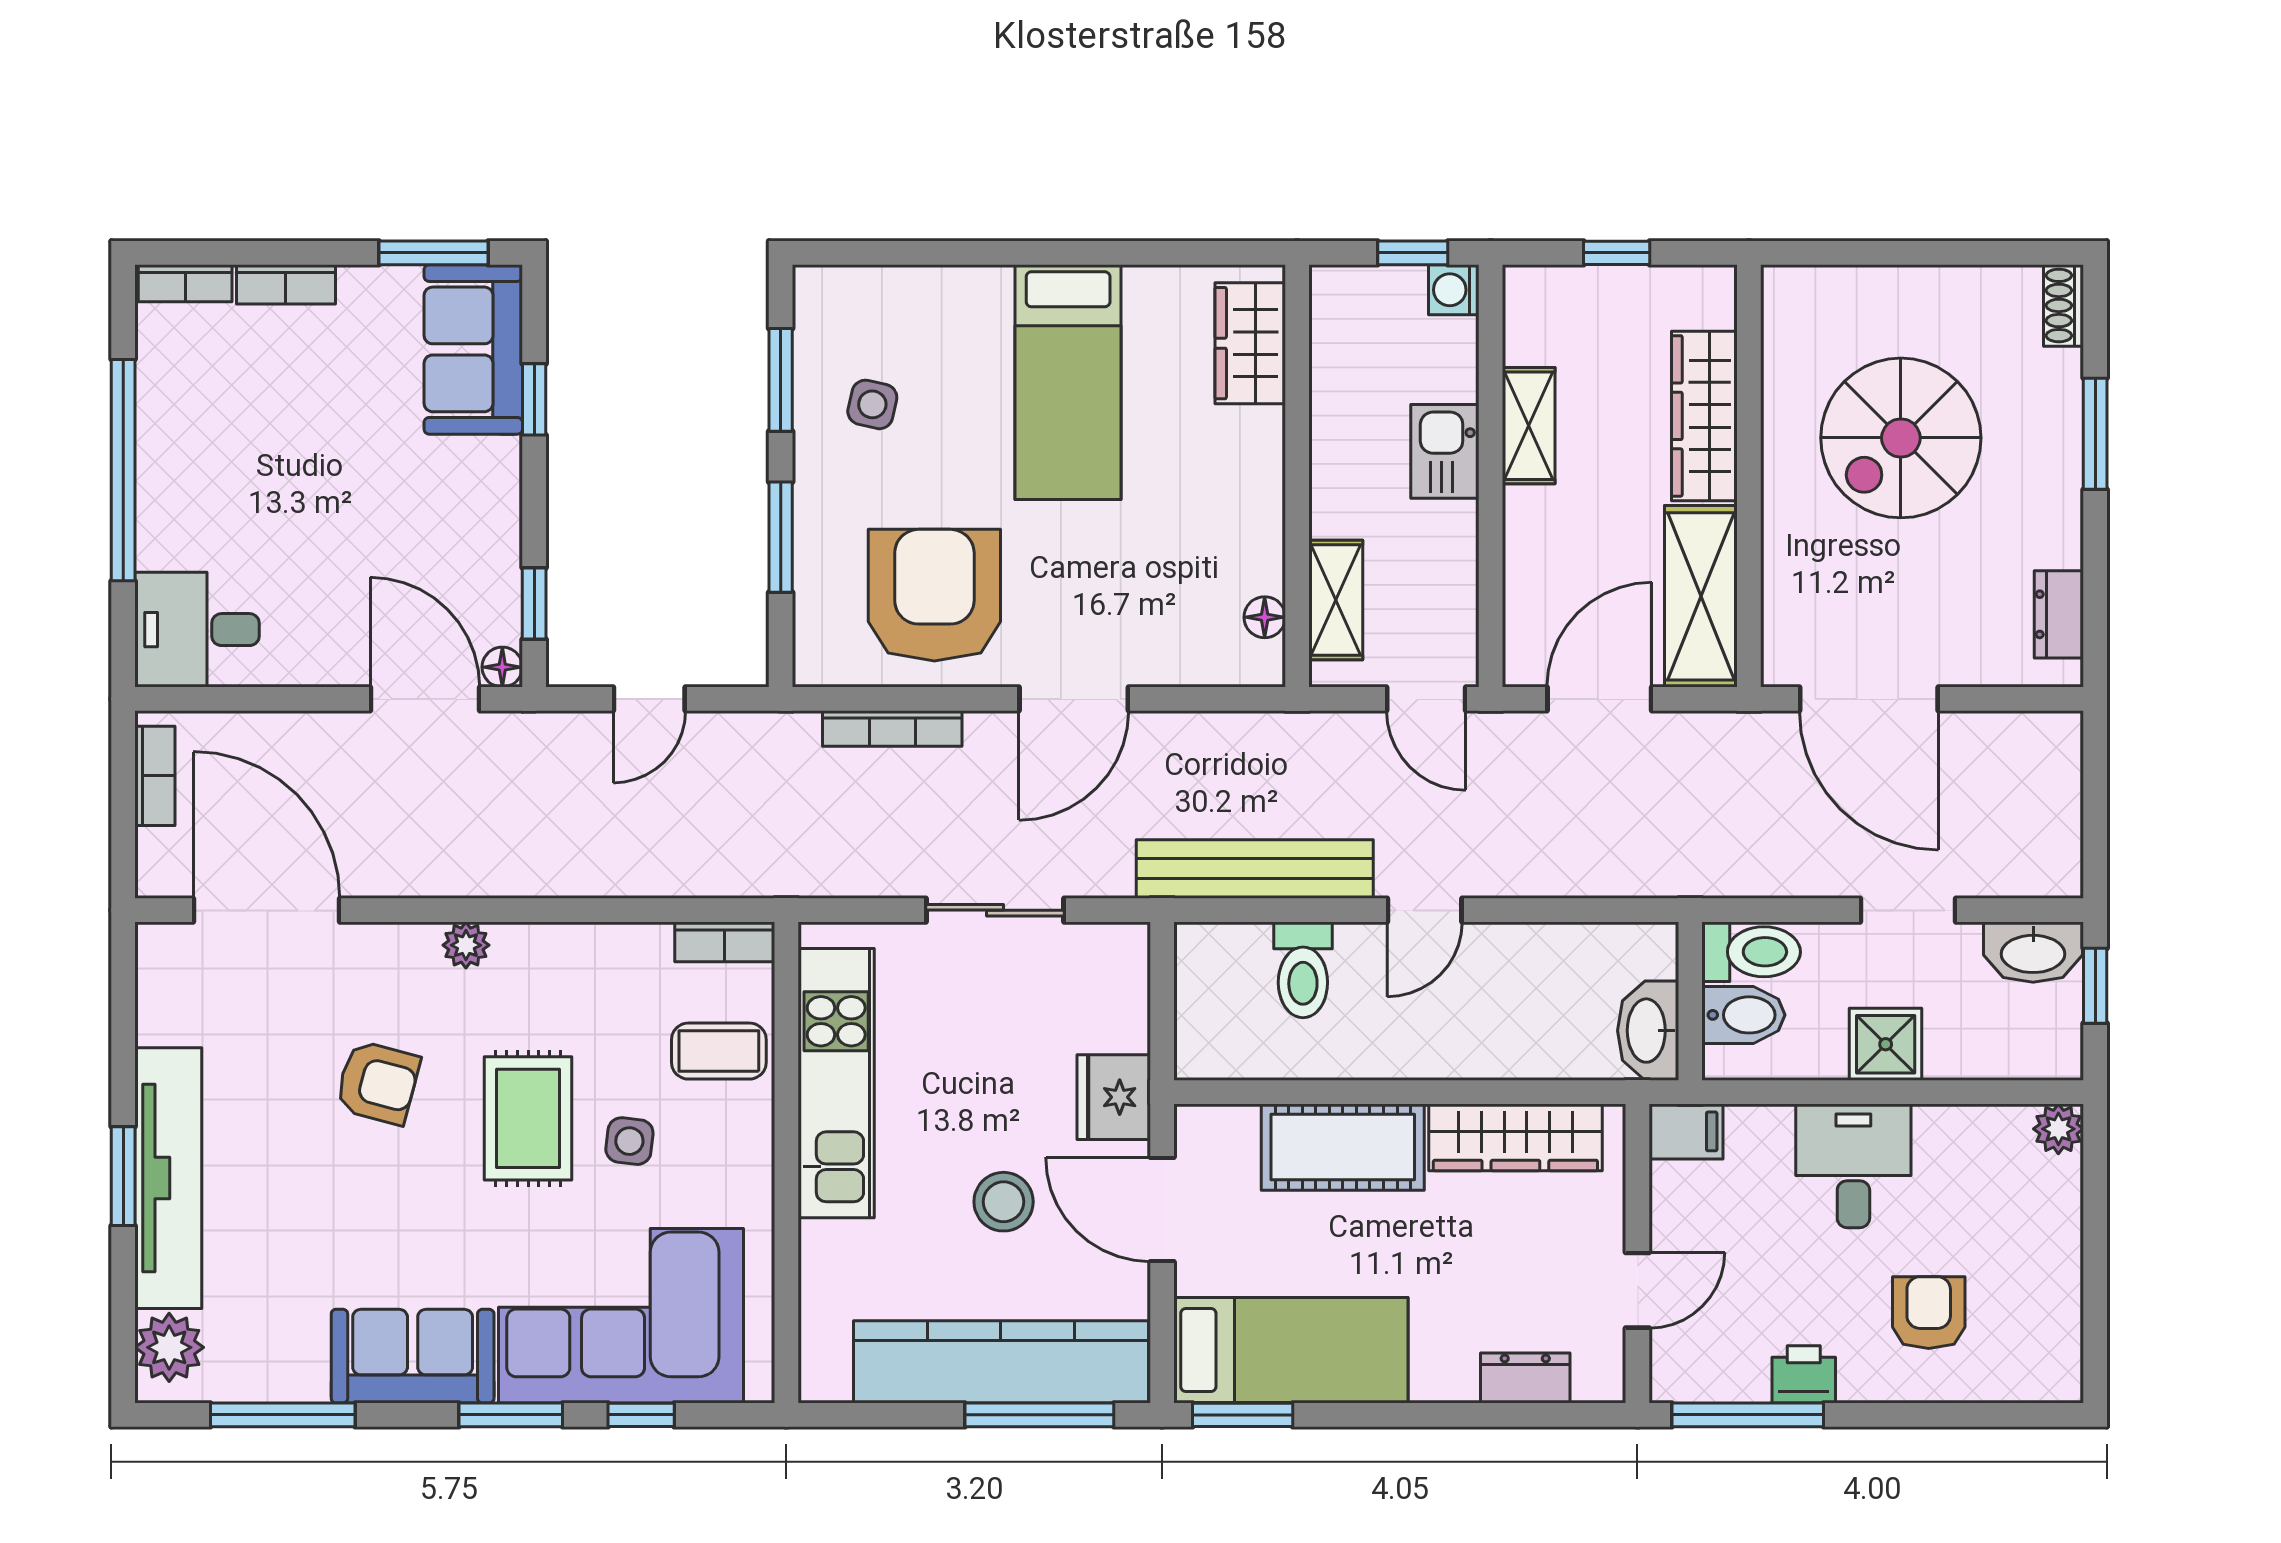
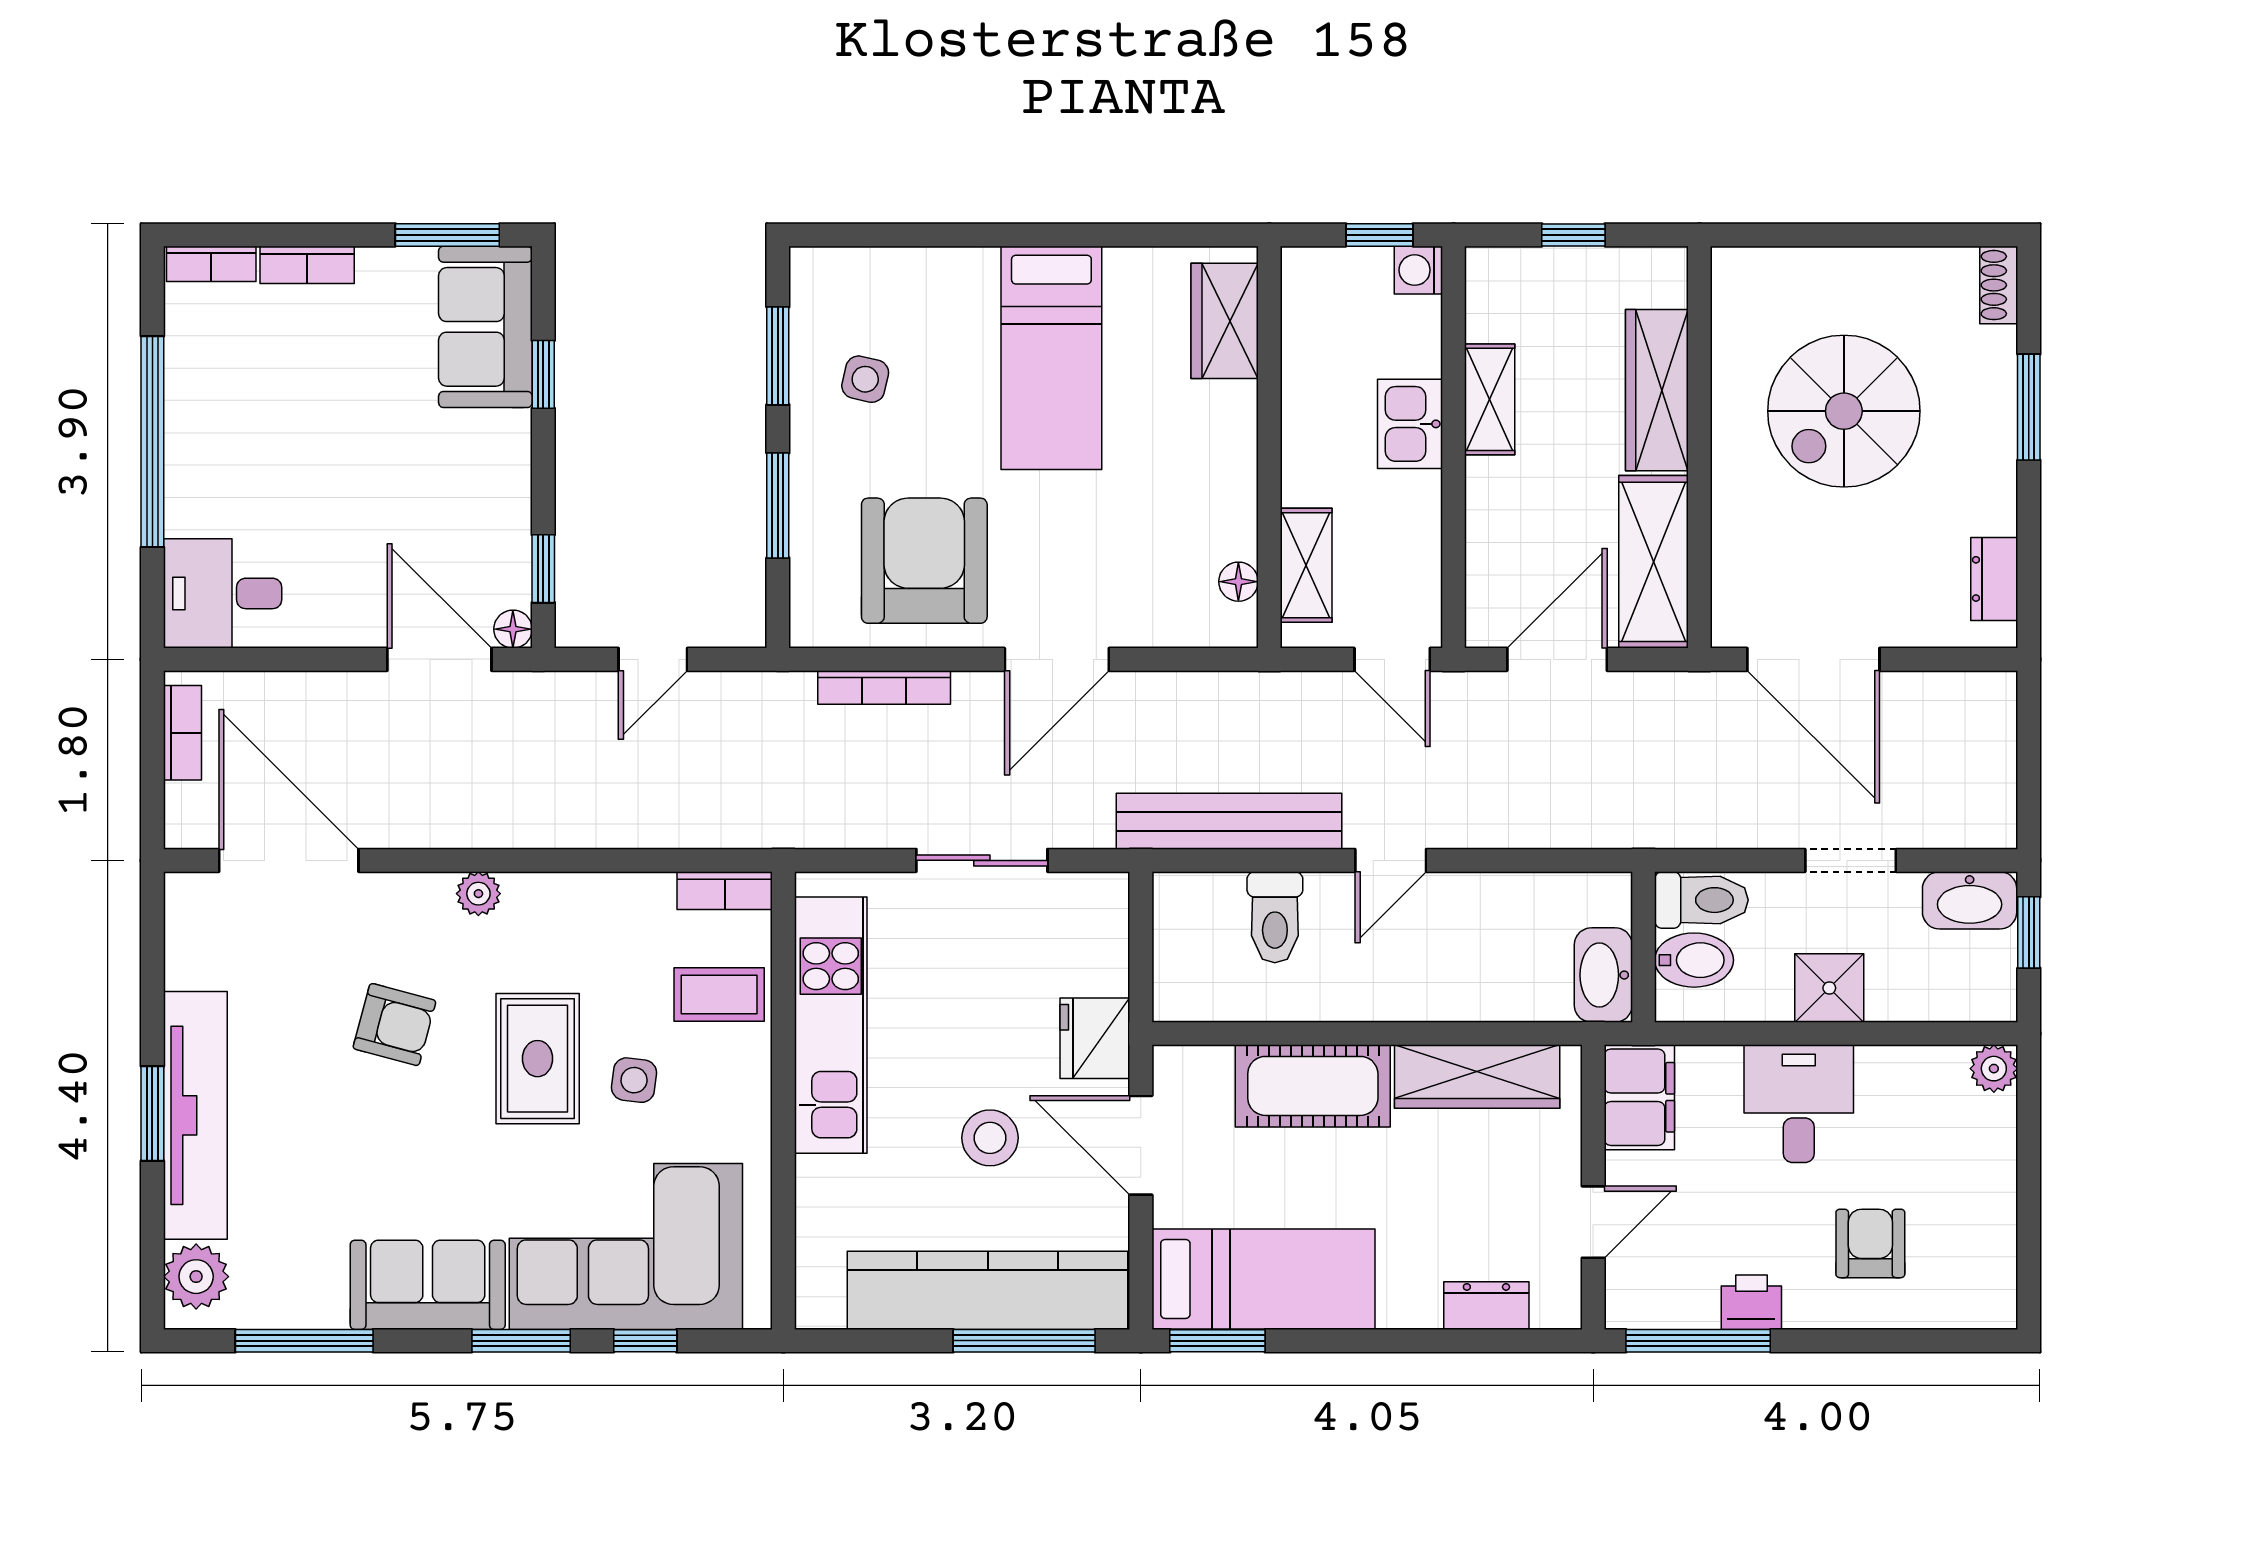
filing cabinet: (1686, 1131) -> (1639, 1097), width x2.00

